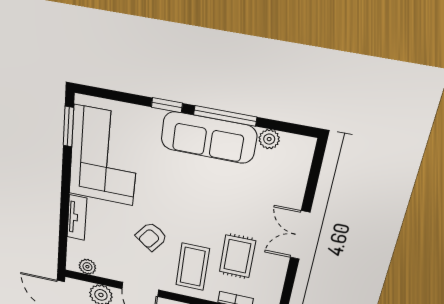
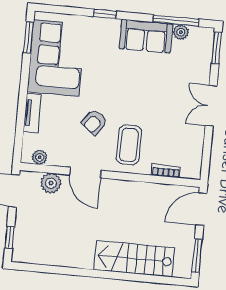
window: (225, 116) -> (176, 21), moved
sofa: (209, 138) -> (146, 36), width x0.73
window: (316, 165) -> (217, 48), added
rug: (237, 256) -> (164, 130), removed

